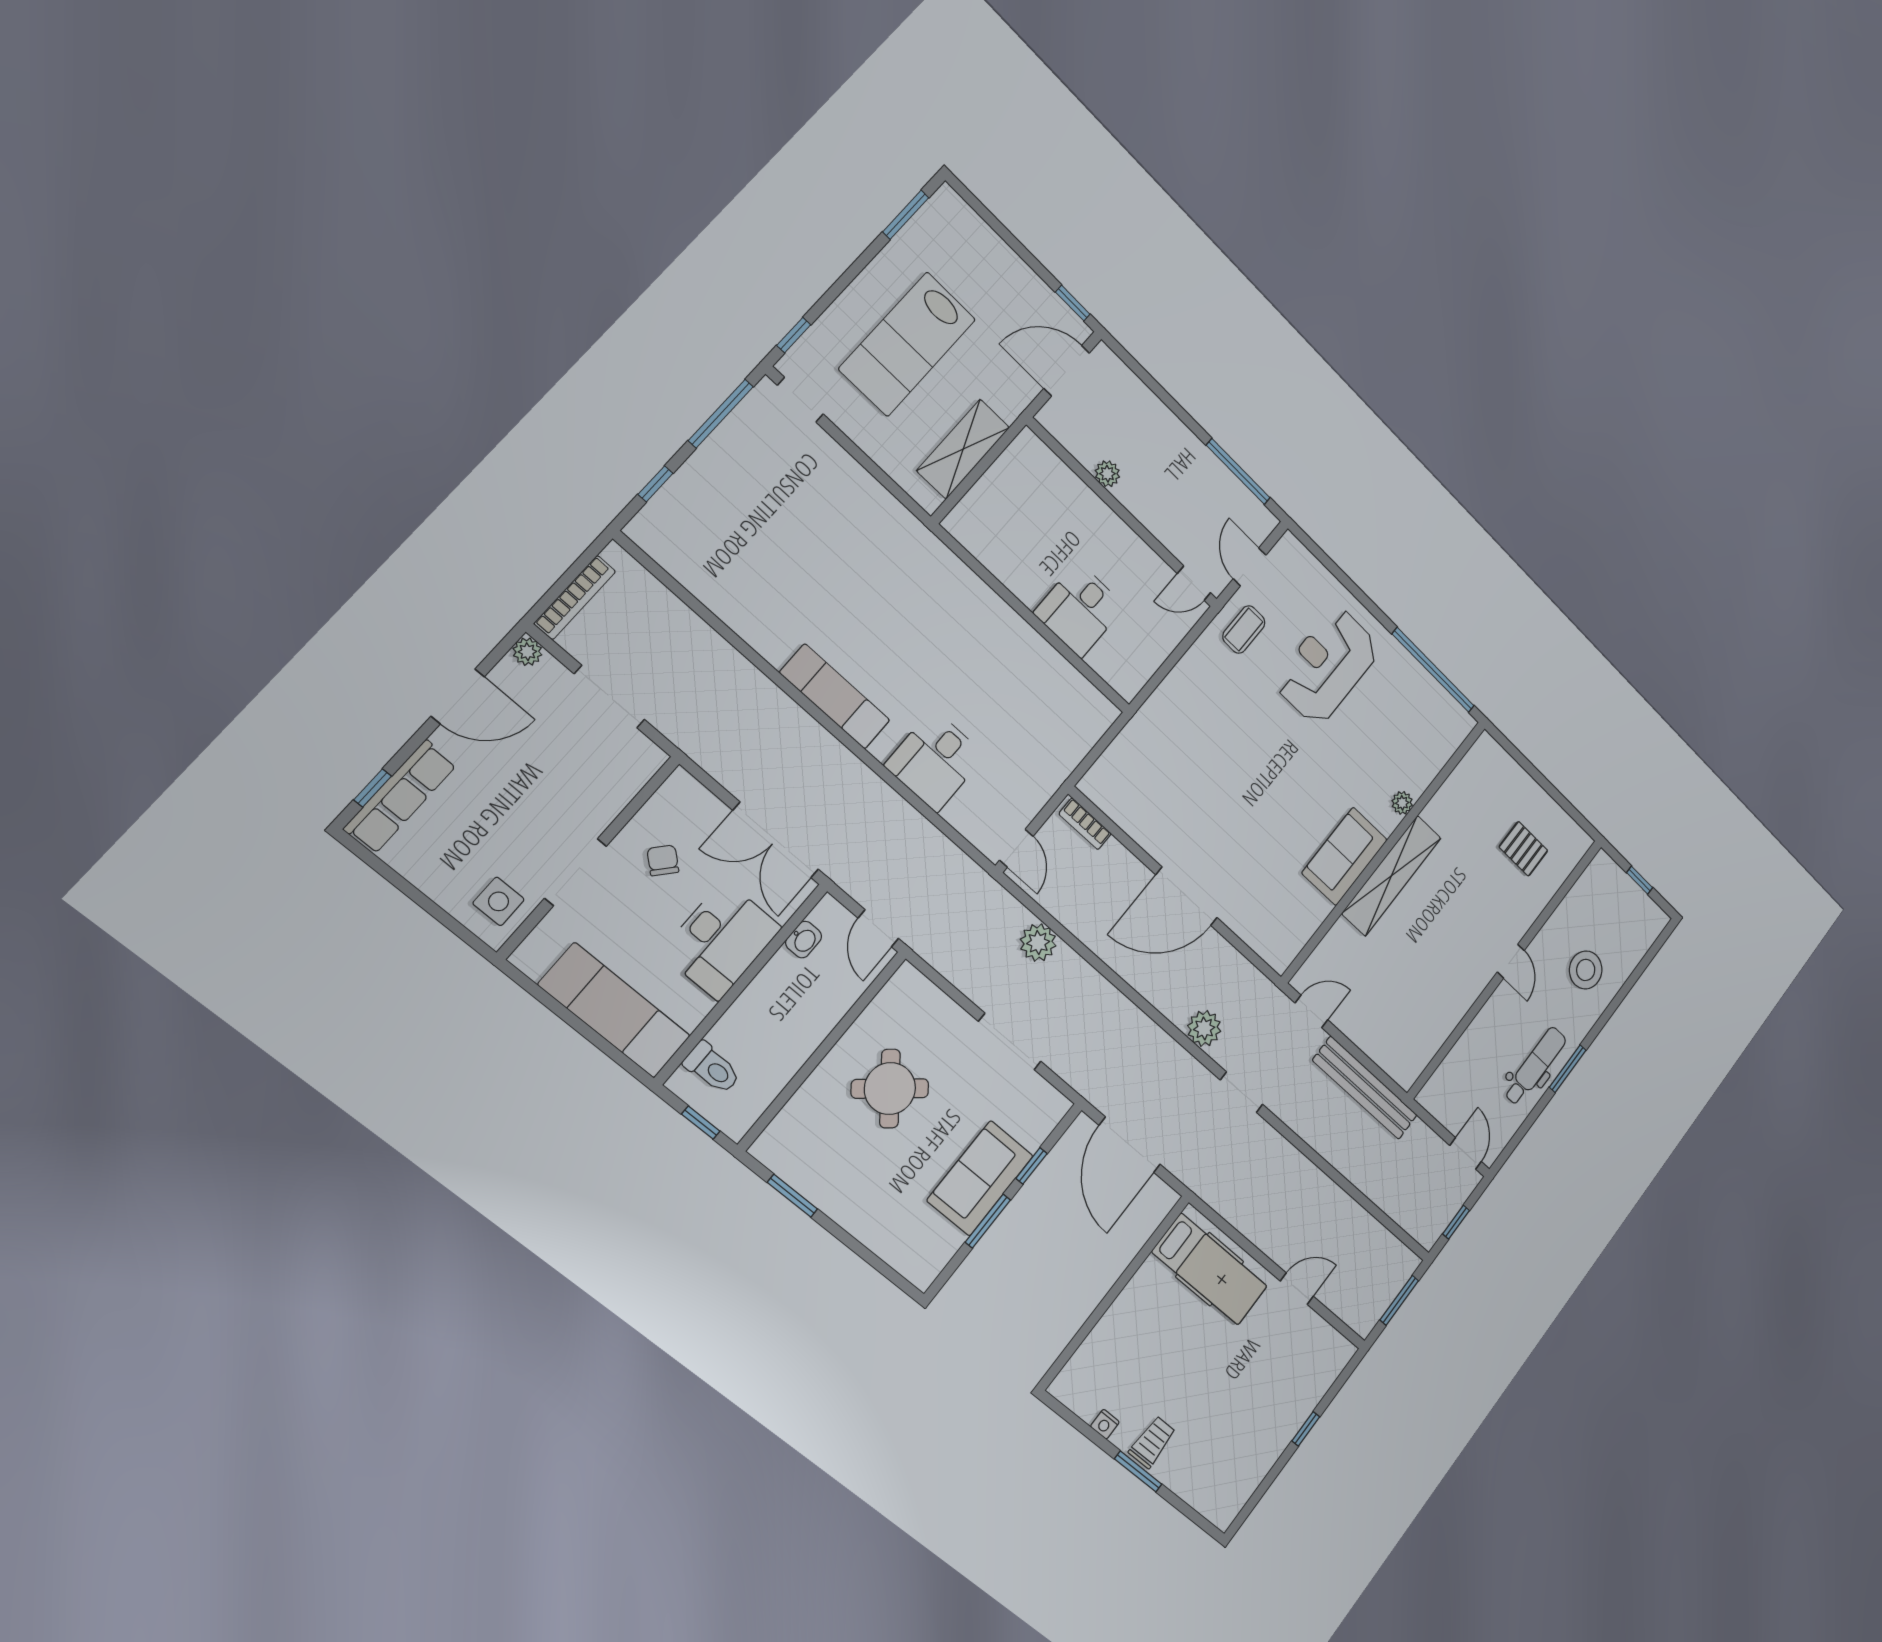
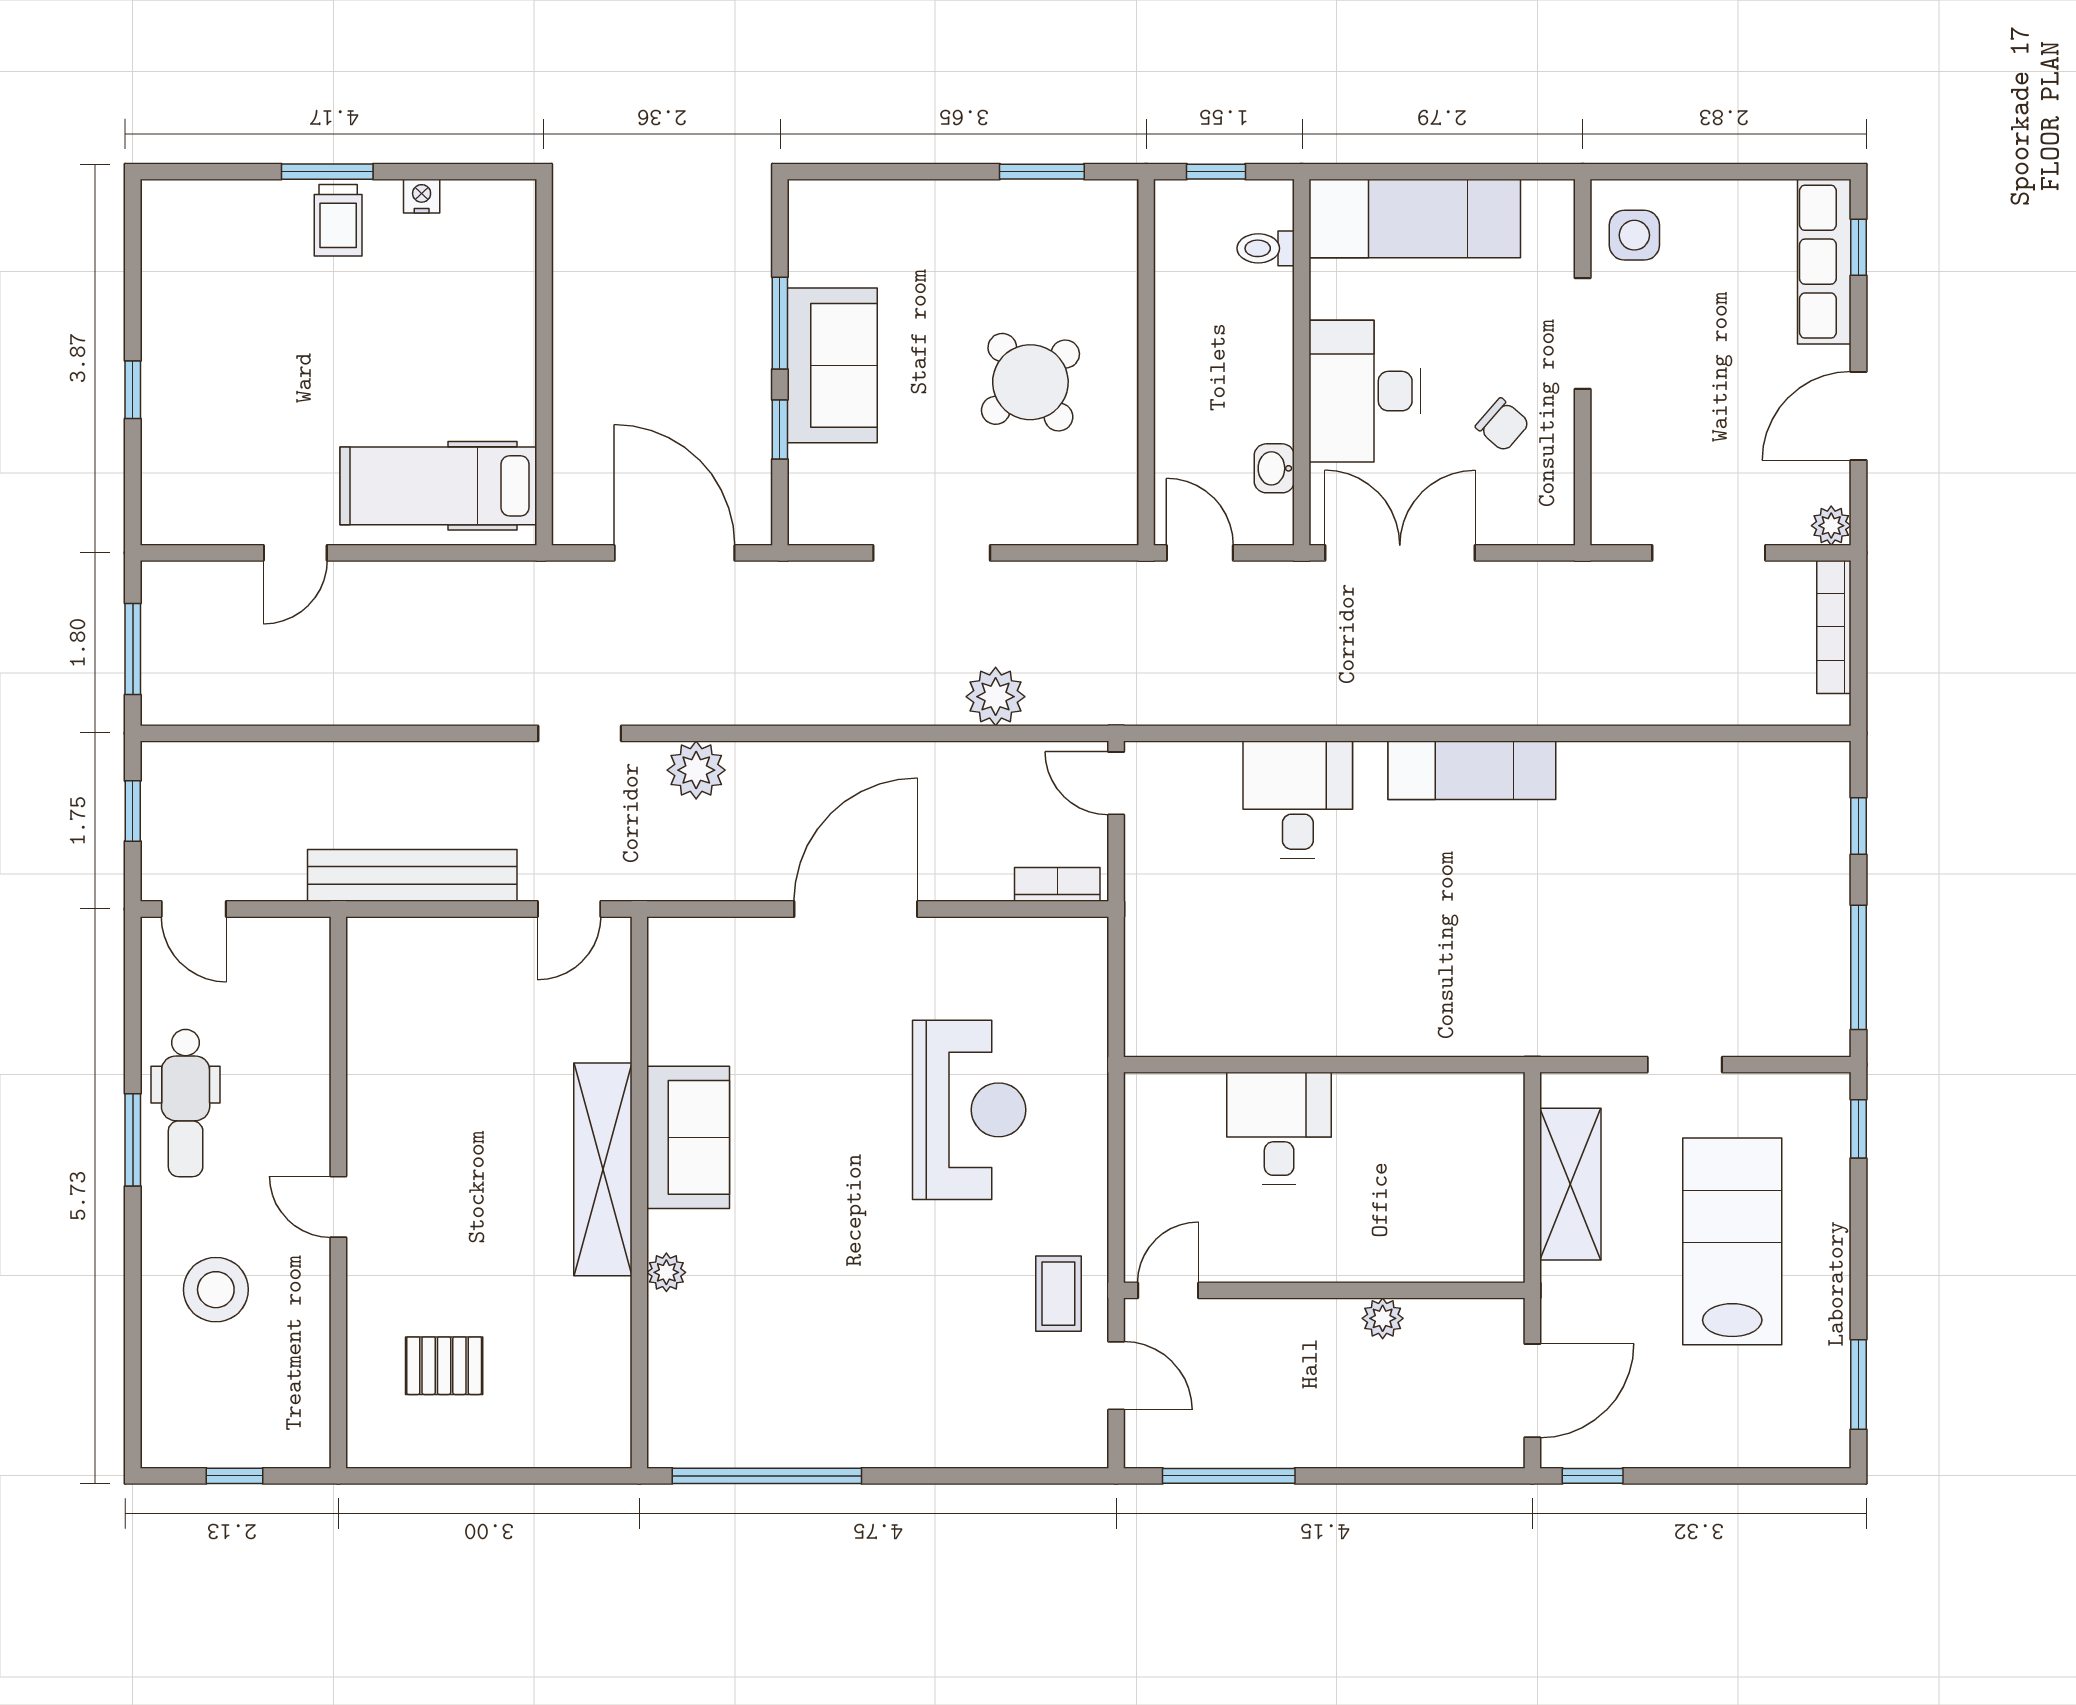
doorway: (800, 400) -> (1685, 1065), moved
reception desk: (1327, 666) -> (969, 1110), moved
toilet: (712, 1068) -> (1266, 248), width x0.73, depth x0.72

